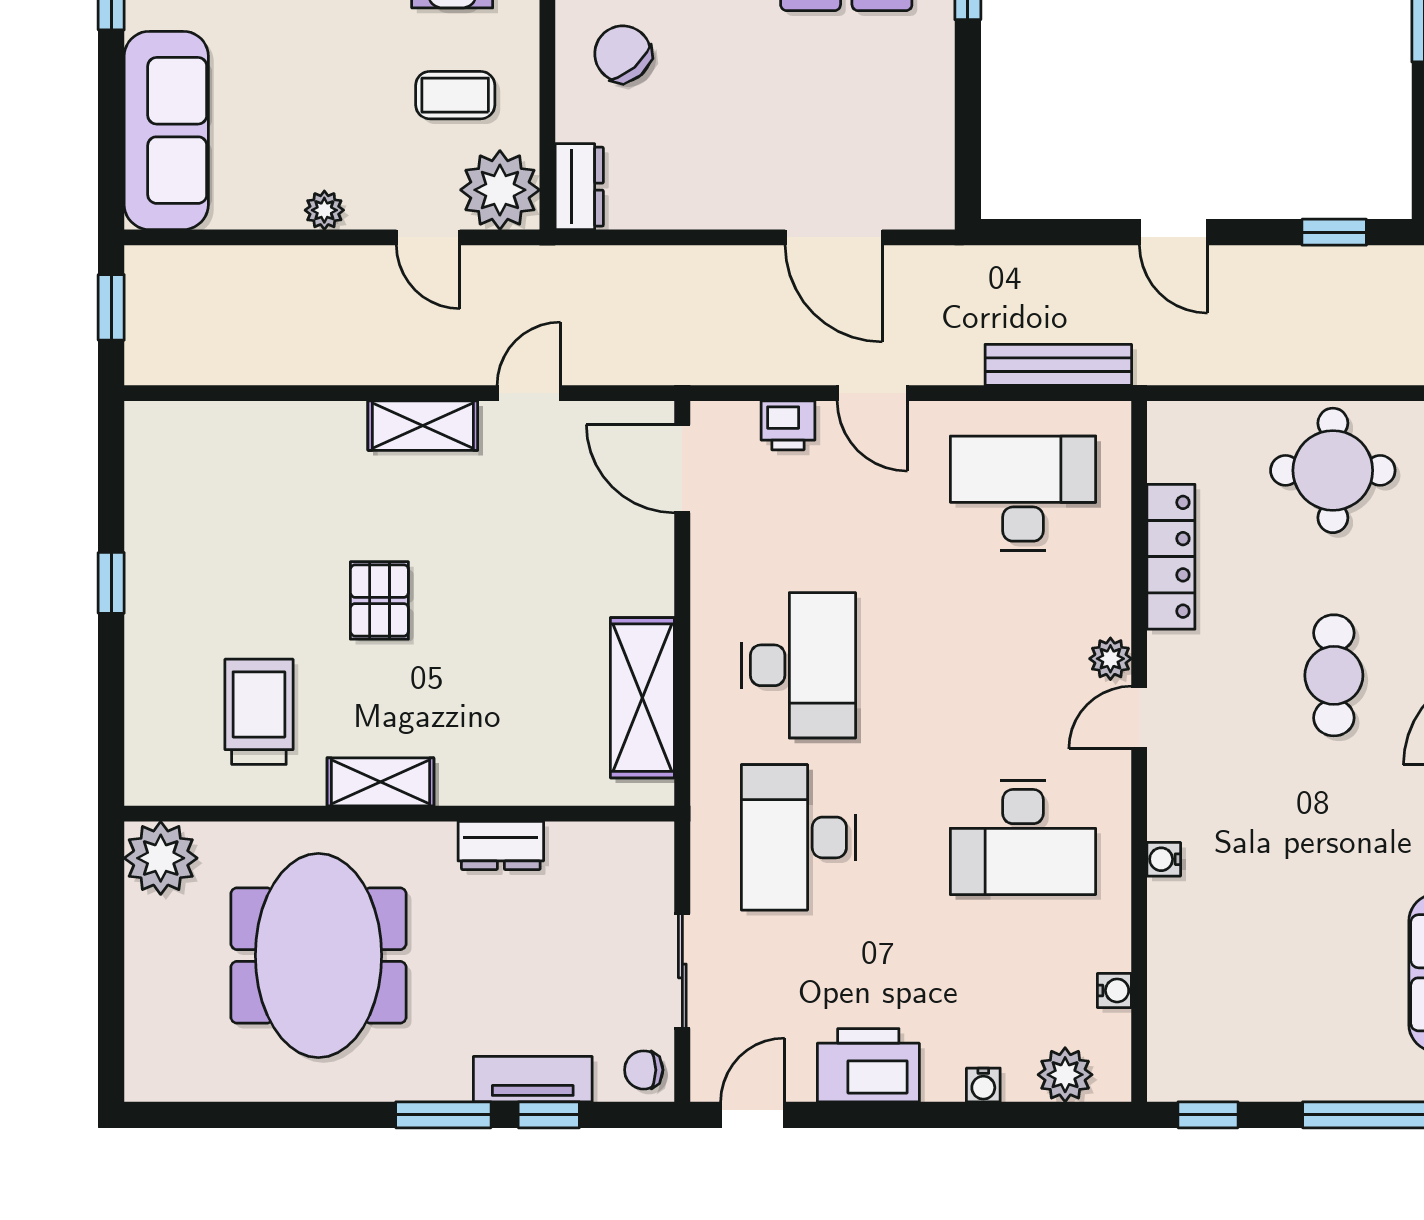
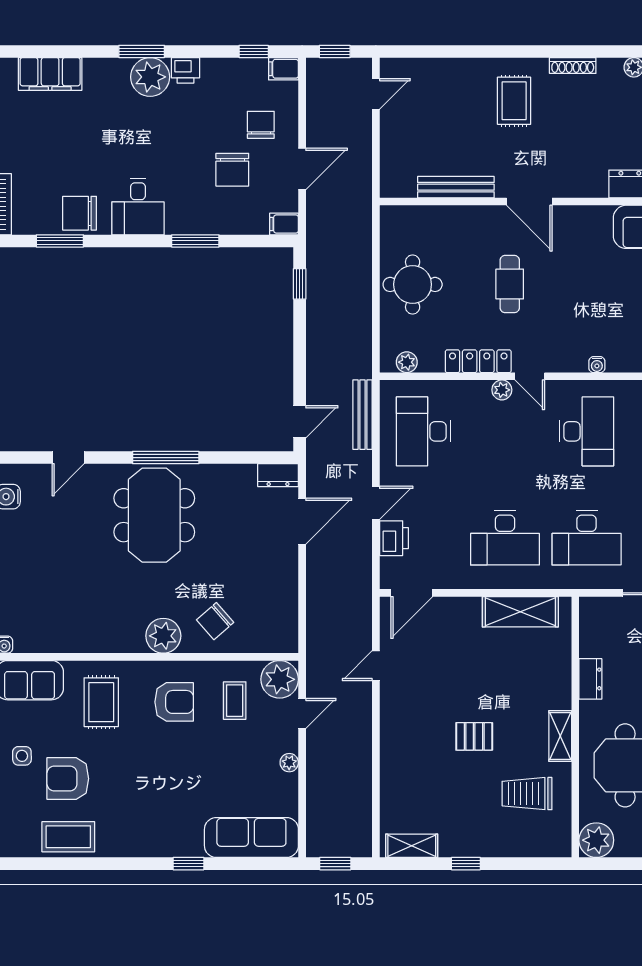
dresser: (579, 187) -> (278, 475), moved, turned 180
door: (1173, 232) -> (300, 422), moved
door: (529, 393) -> (376, 666), hinge flipped
printer: (788, 425) -> (394, 538), width x1.36, depth x1.24
shelving: (423, 426) -> (412, 846), moved, turned 90
plant: (1169, 458) -> (407, 362), added
locker: (1171, 557) -> (478, 361), moved
desk: (798, 665) -> (505, 538), turned 180
cafe table: (1334, 675) -> (510, 284), turned 90

